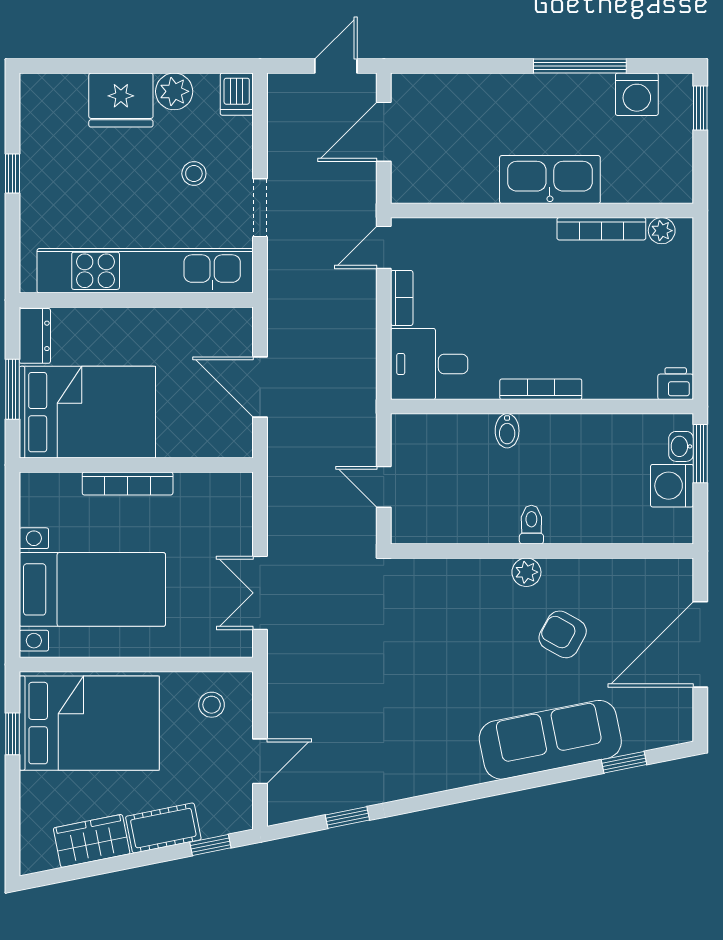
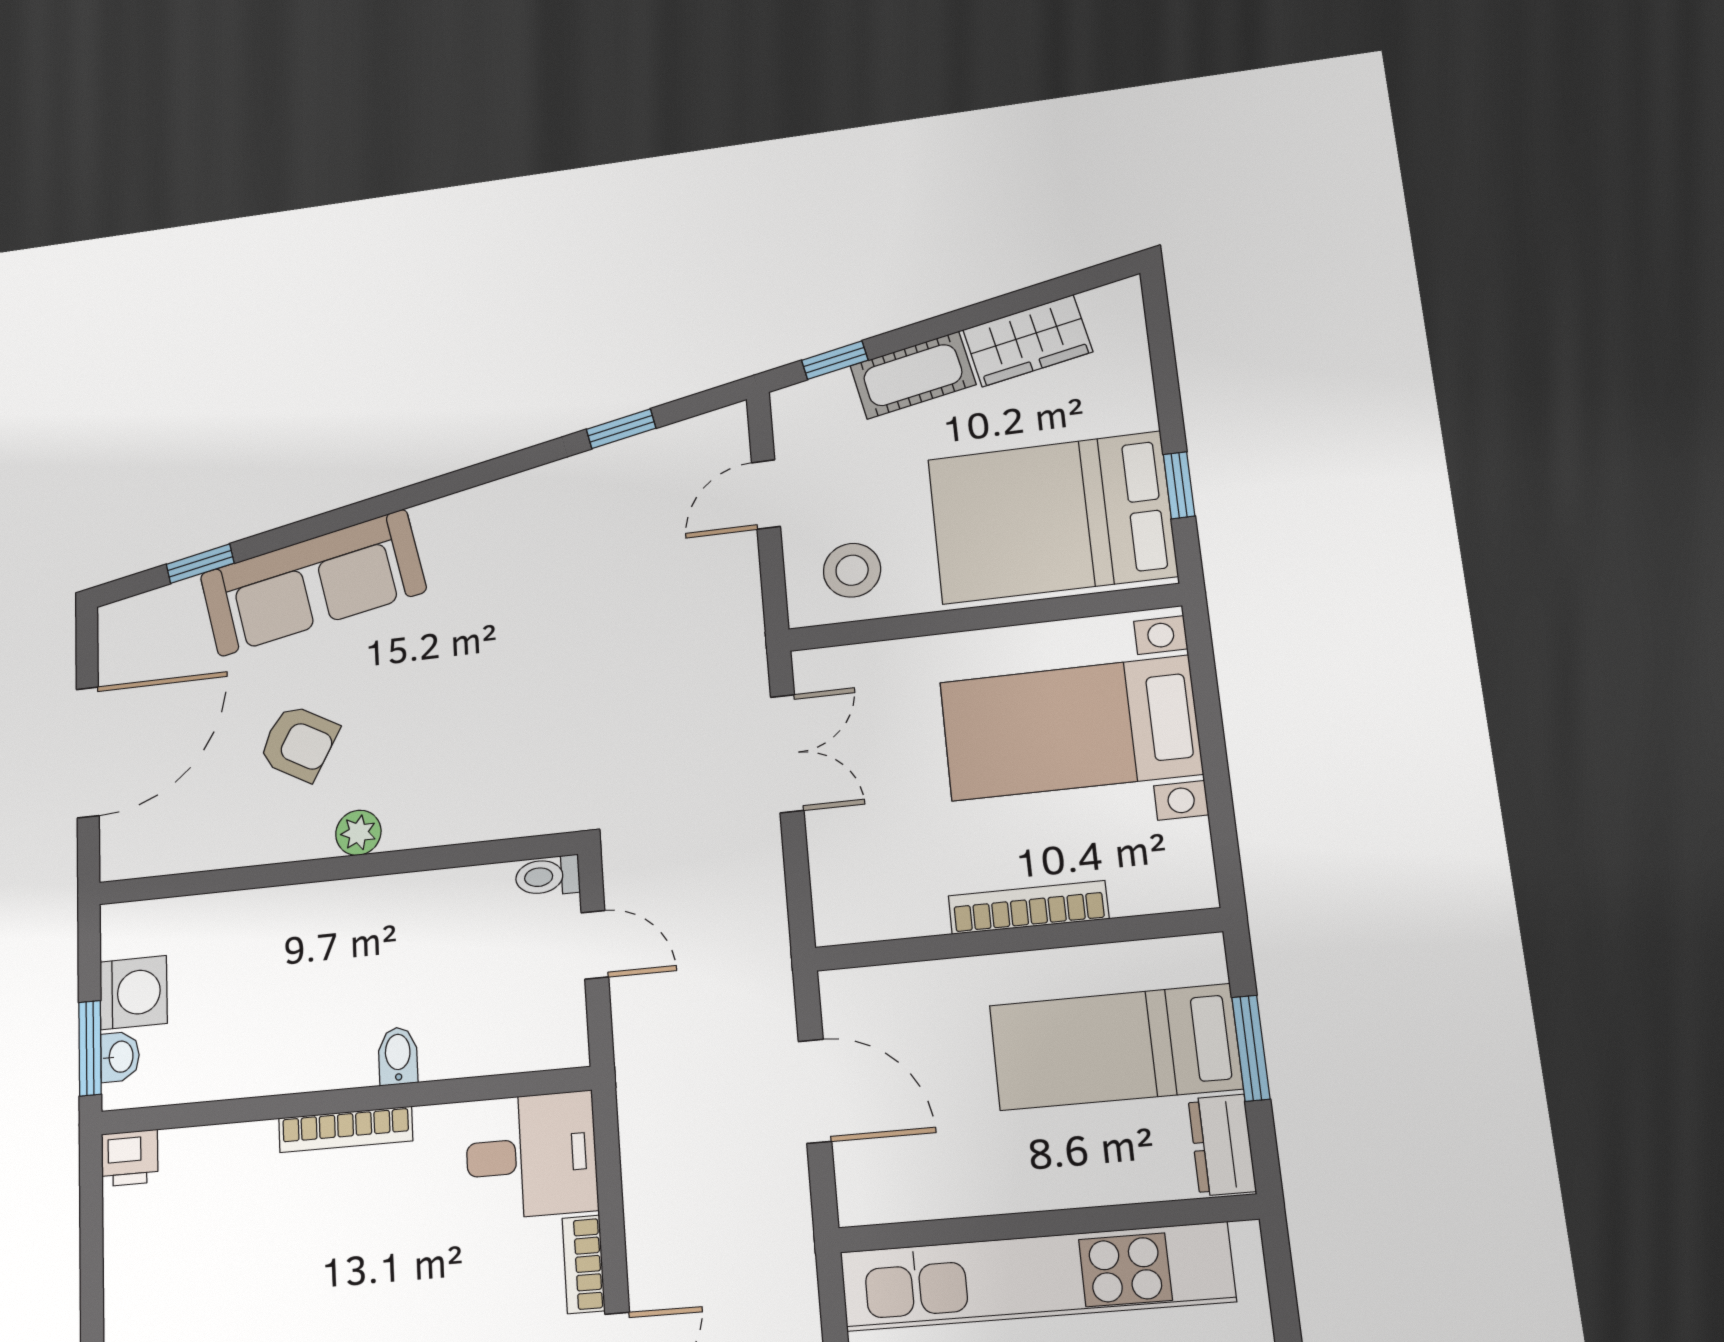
bed: (87, 412) -> (1115, 1047), width x0.67
toilet: (531, 525) -> (547, 876), moved, turned 90
stool: (212, 705) -> (852, 570), width x1.37, depth x1.37

